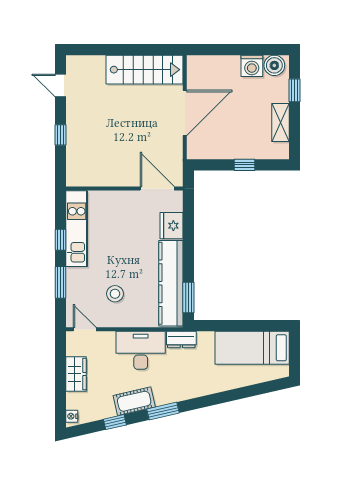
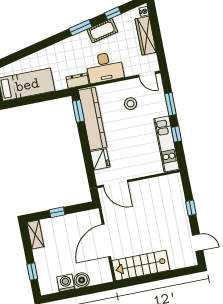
boiler: (274, 65) -> (82, 280), moved
shelving: (280, 122) -> (35, 235), moved
wardrobe: (76, 374) -> (146, 36), width x1.50

